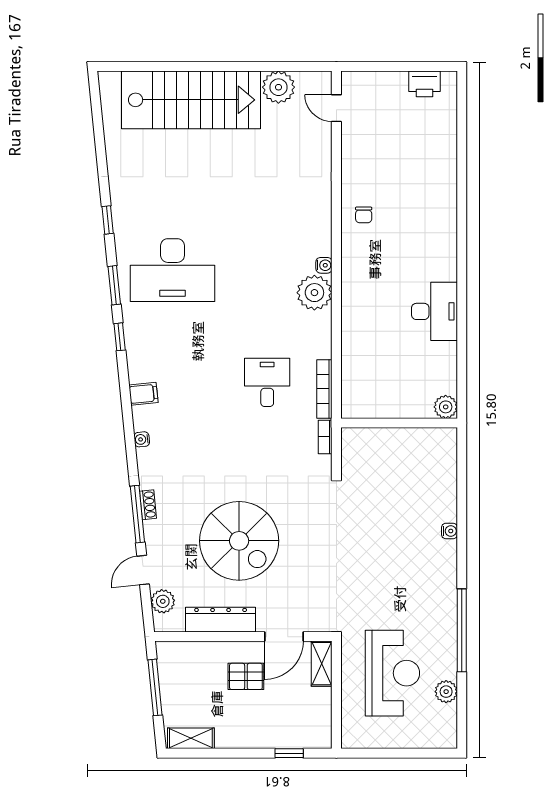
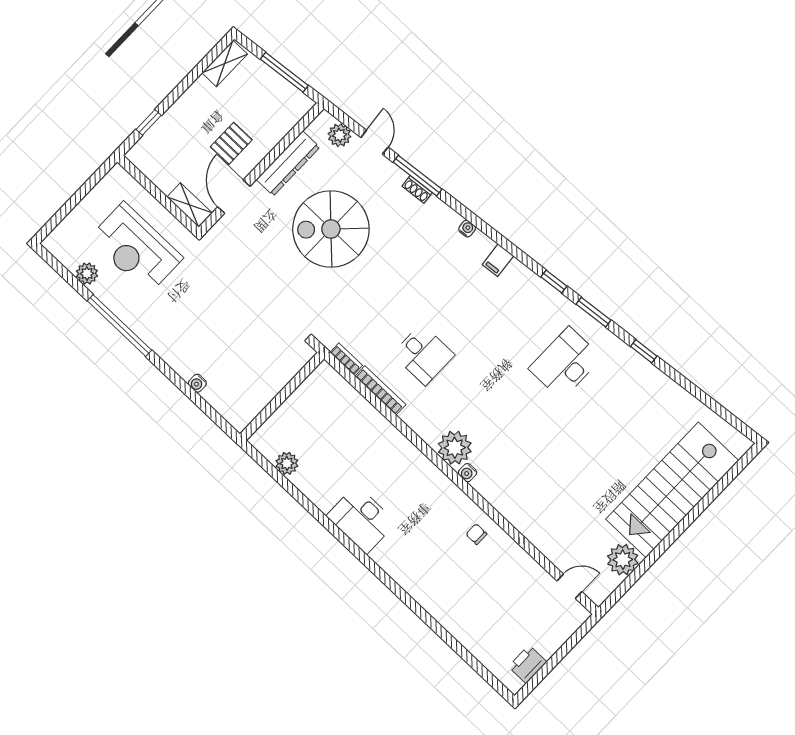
desk: (173, 270) -> (565, 363), width x0.73, depth x0.77
wall: (399, 423) -> (282, 396), moved

